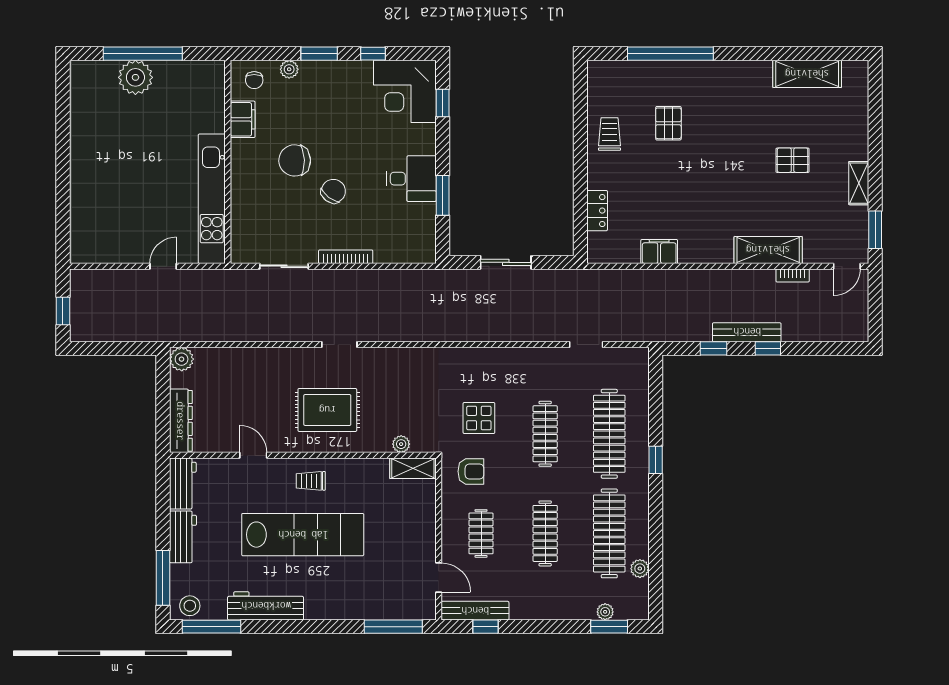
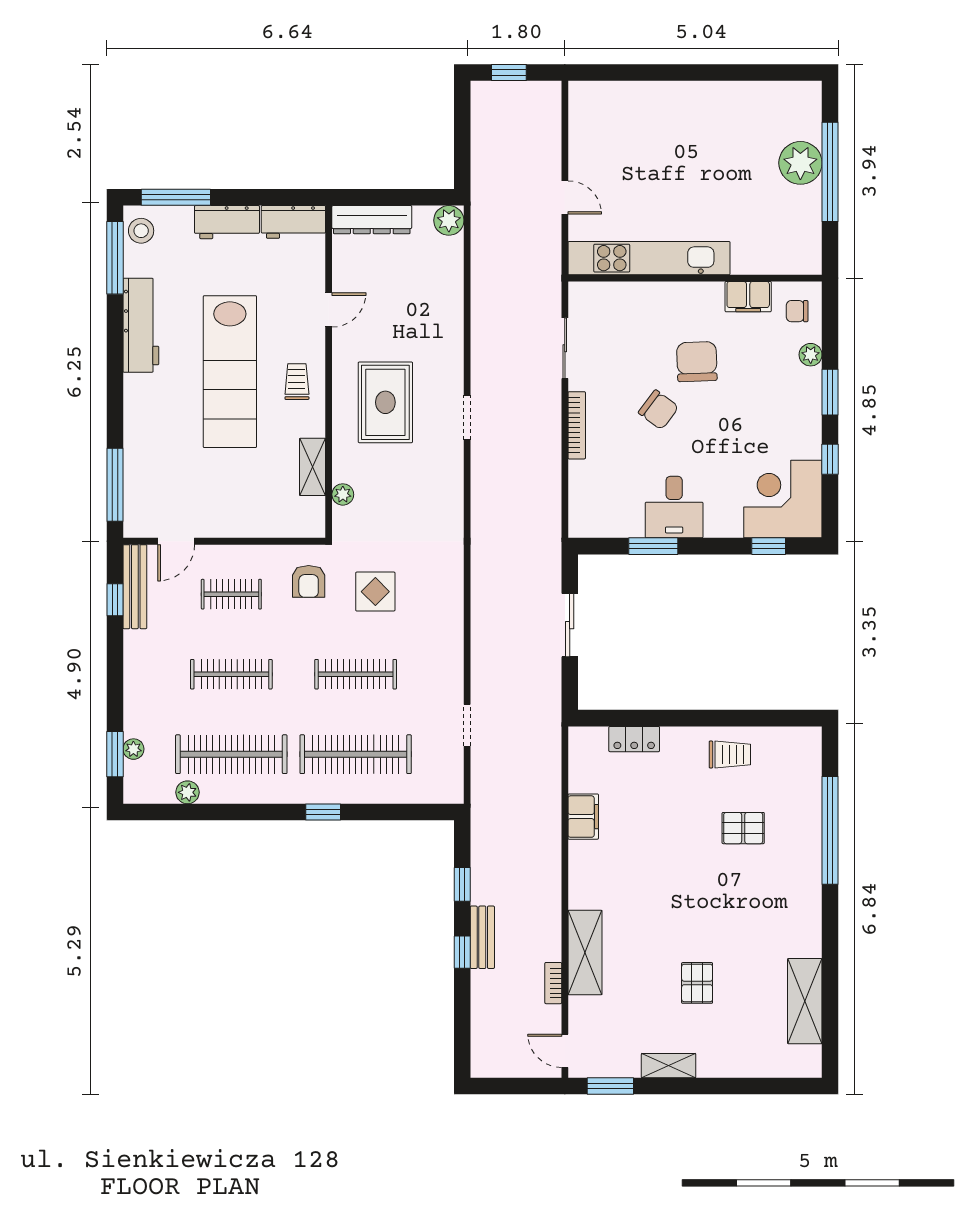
bench: (747, 332) -> (482, 937), width x0.73
shelving: (413, 468) -> (313, 467), moved

